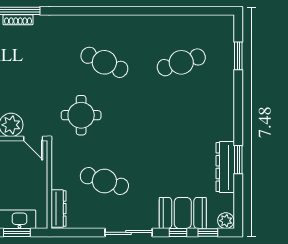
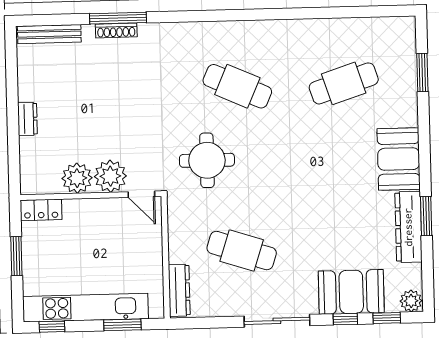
booth: (219, 118) -> (399, 159), added

